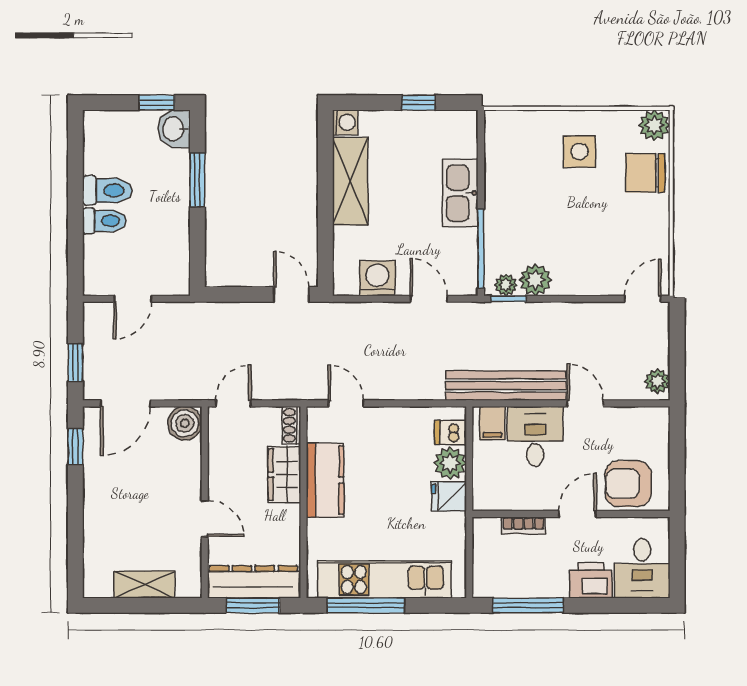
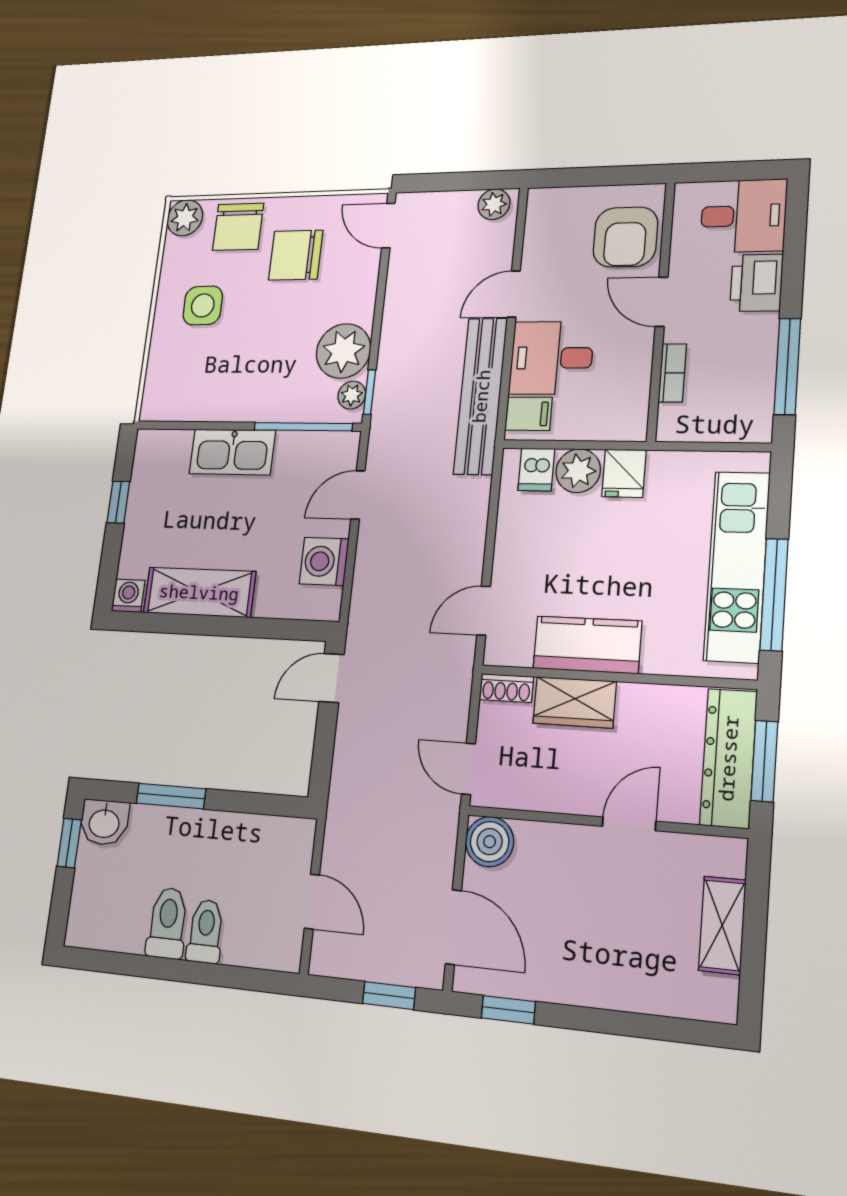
chair: (620, 225) -> (296, 255), added
plant: (535, 280) -> (343, 351), width x1.36, depth x1.36

